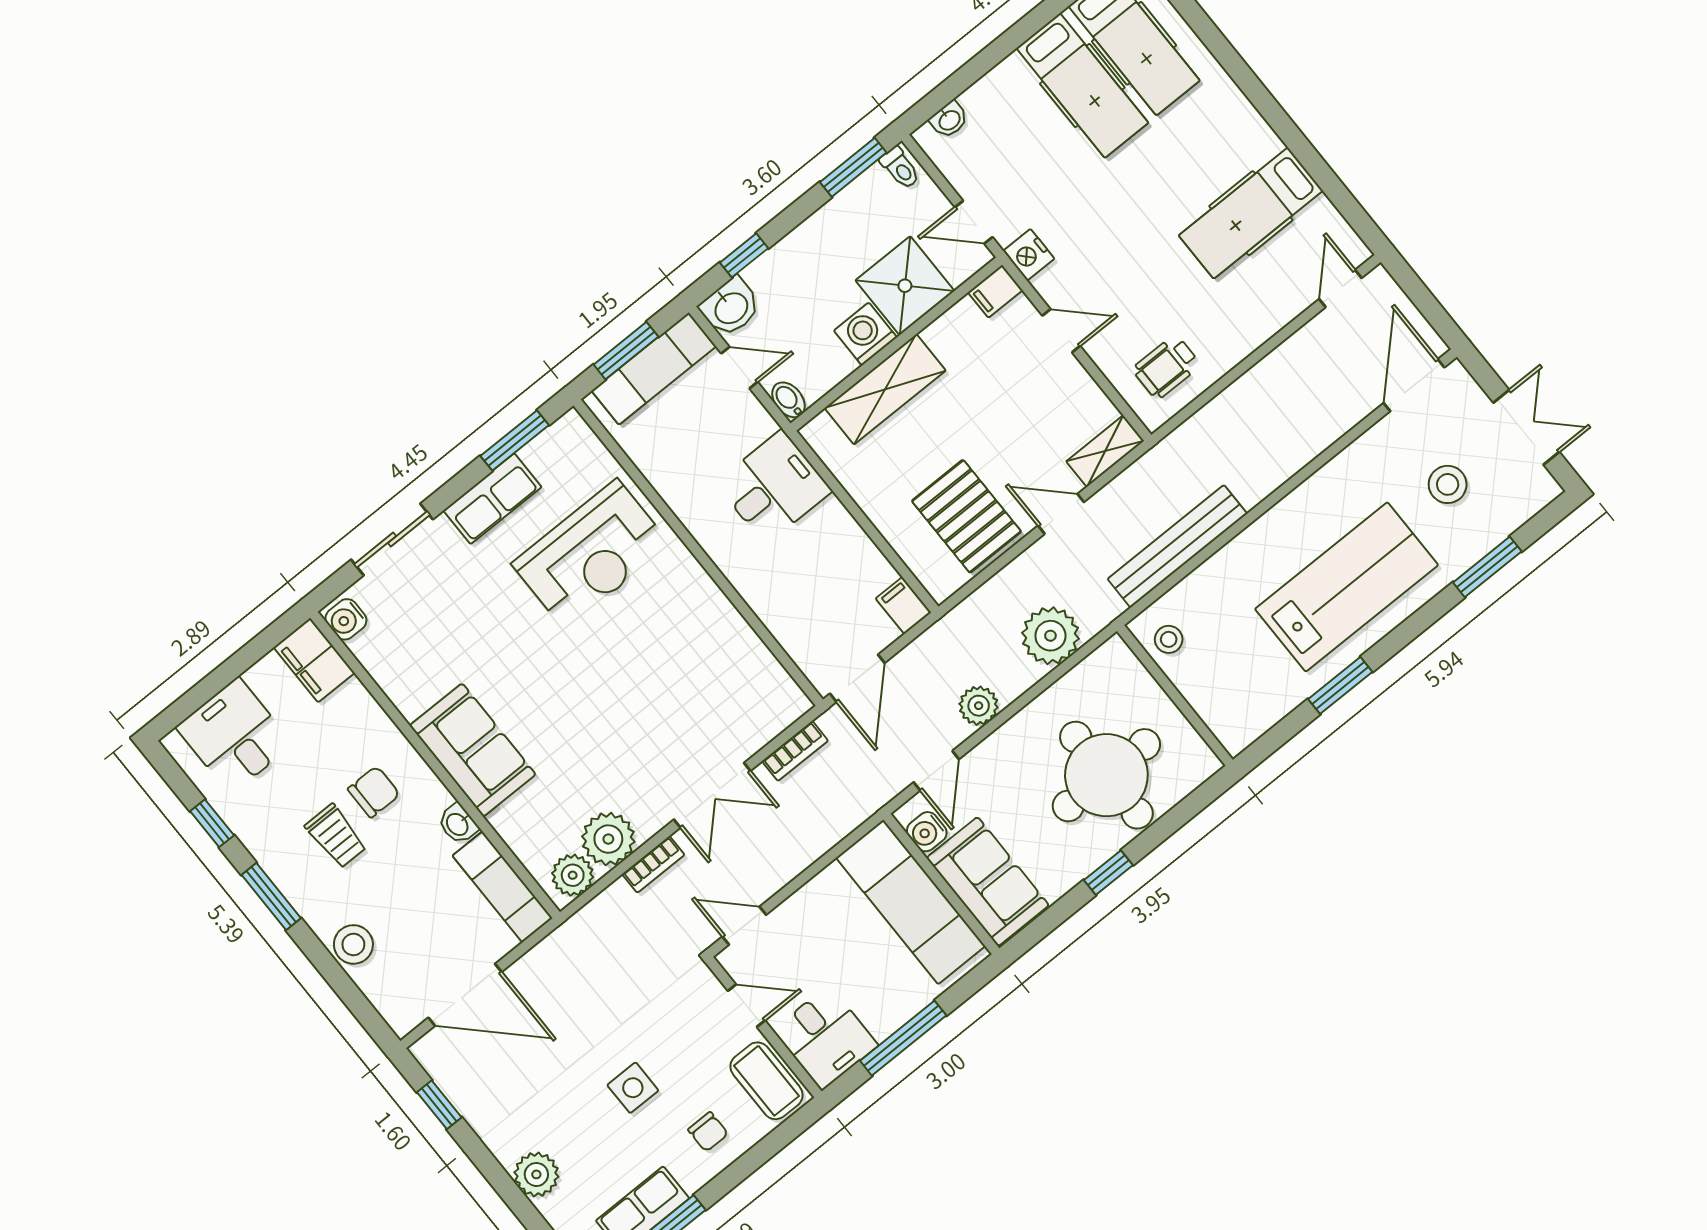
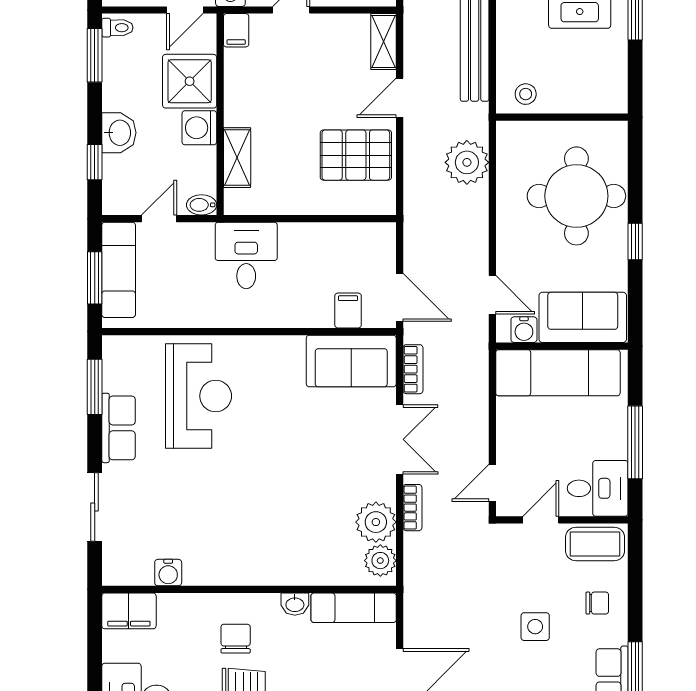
washbasin: (731, 307) -> (119, 133), moved
shelving: (885, 389) -> (237, 158), width x0.67, depth x0.75
filing cabinet: (903, 606) -> (348, 310), moved, turned 90
water cooler: (346, 619) -> (168, 573), moved
plant: (979, 706) -> (474, 239), removed
sofa: (473, 750) -> (351, 361), moved, turned 180

